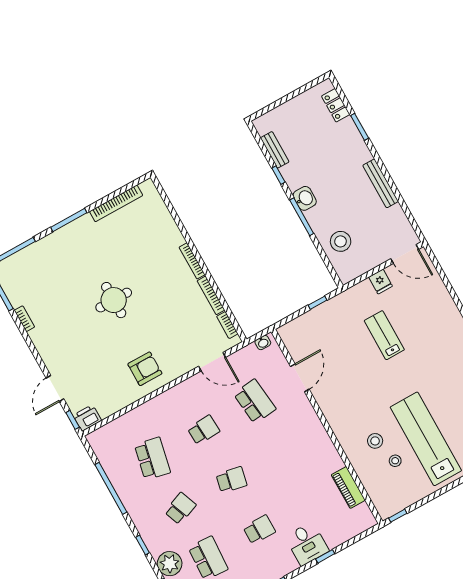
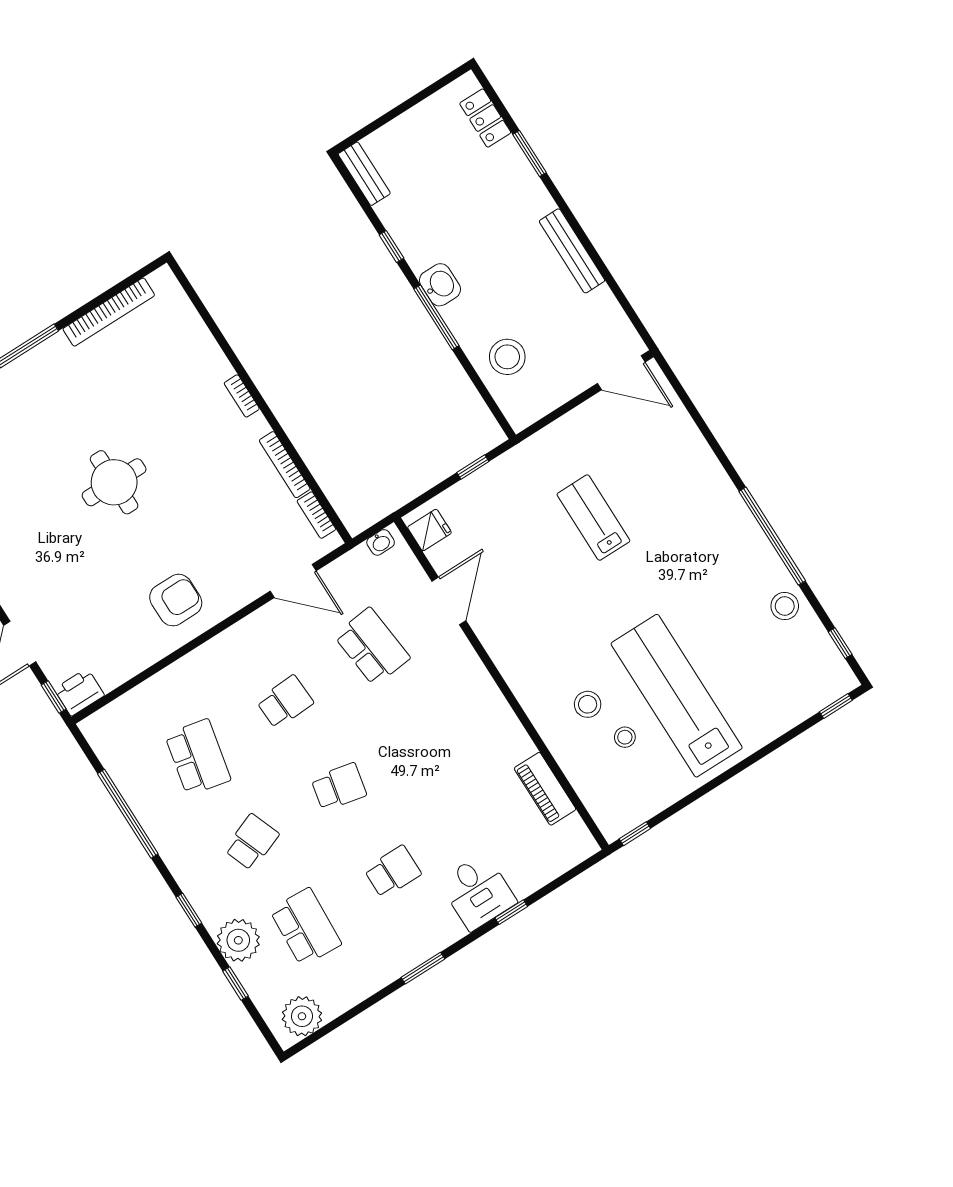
bench: (275, 150) -> (364, 174), moved
bookcase: (192, 261) -> (242, 396), width x0.64
fridge: (381, 282) -> (429, 530), moved, turned -90

